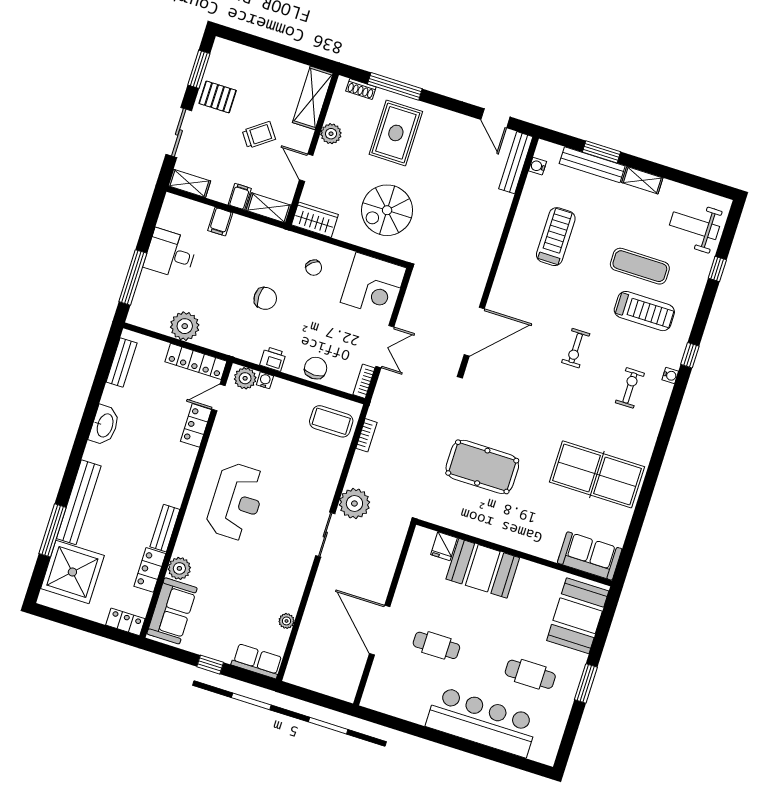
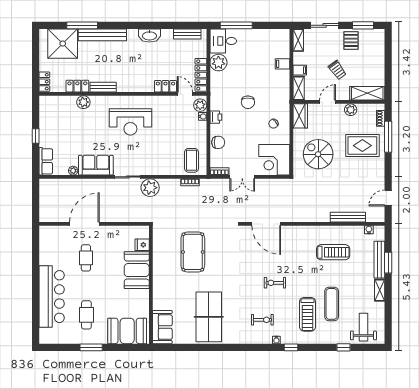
bench: (516, 163) -> (348, 217), moved
desk: (170, 254) -> (223, 41), moved, turned -90
sofa: (172, 611) -> (96, 165), moved, turned 180

